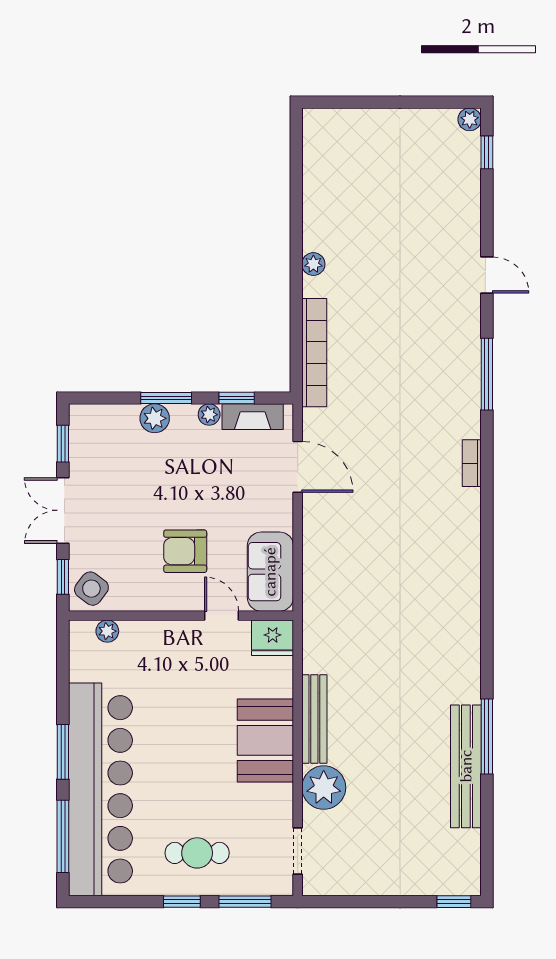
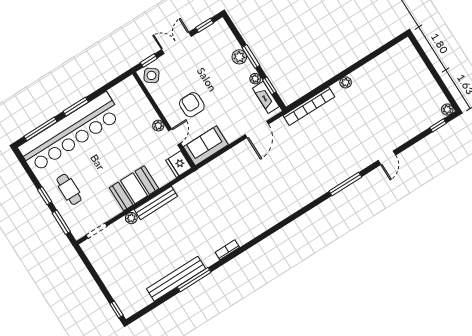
bookcase: (472, 463) -> (227, 250), moved
plant: (107, 631) -> (158, 126), moved
plant: (324, 788) -> (131, 218), width x0.53, depth x0.53

